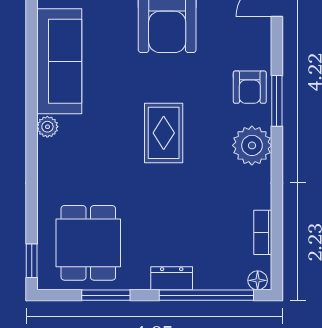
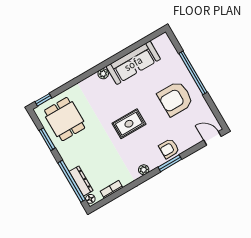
plant: (252, 145) -> (144, 170), width x0.53, depth x0.53
dining table: (88, 243) -> (65, 119), turned 90
dresser: (172, 278) -> (81, 181), moved, width x1.44

